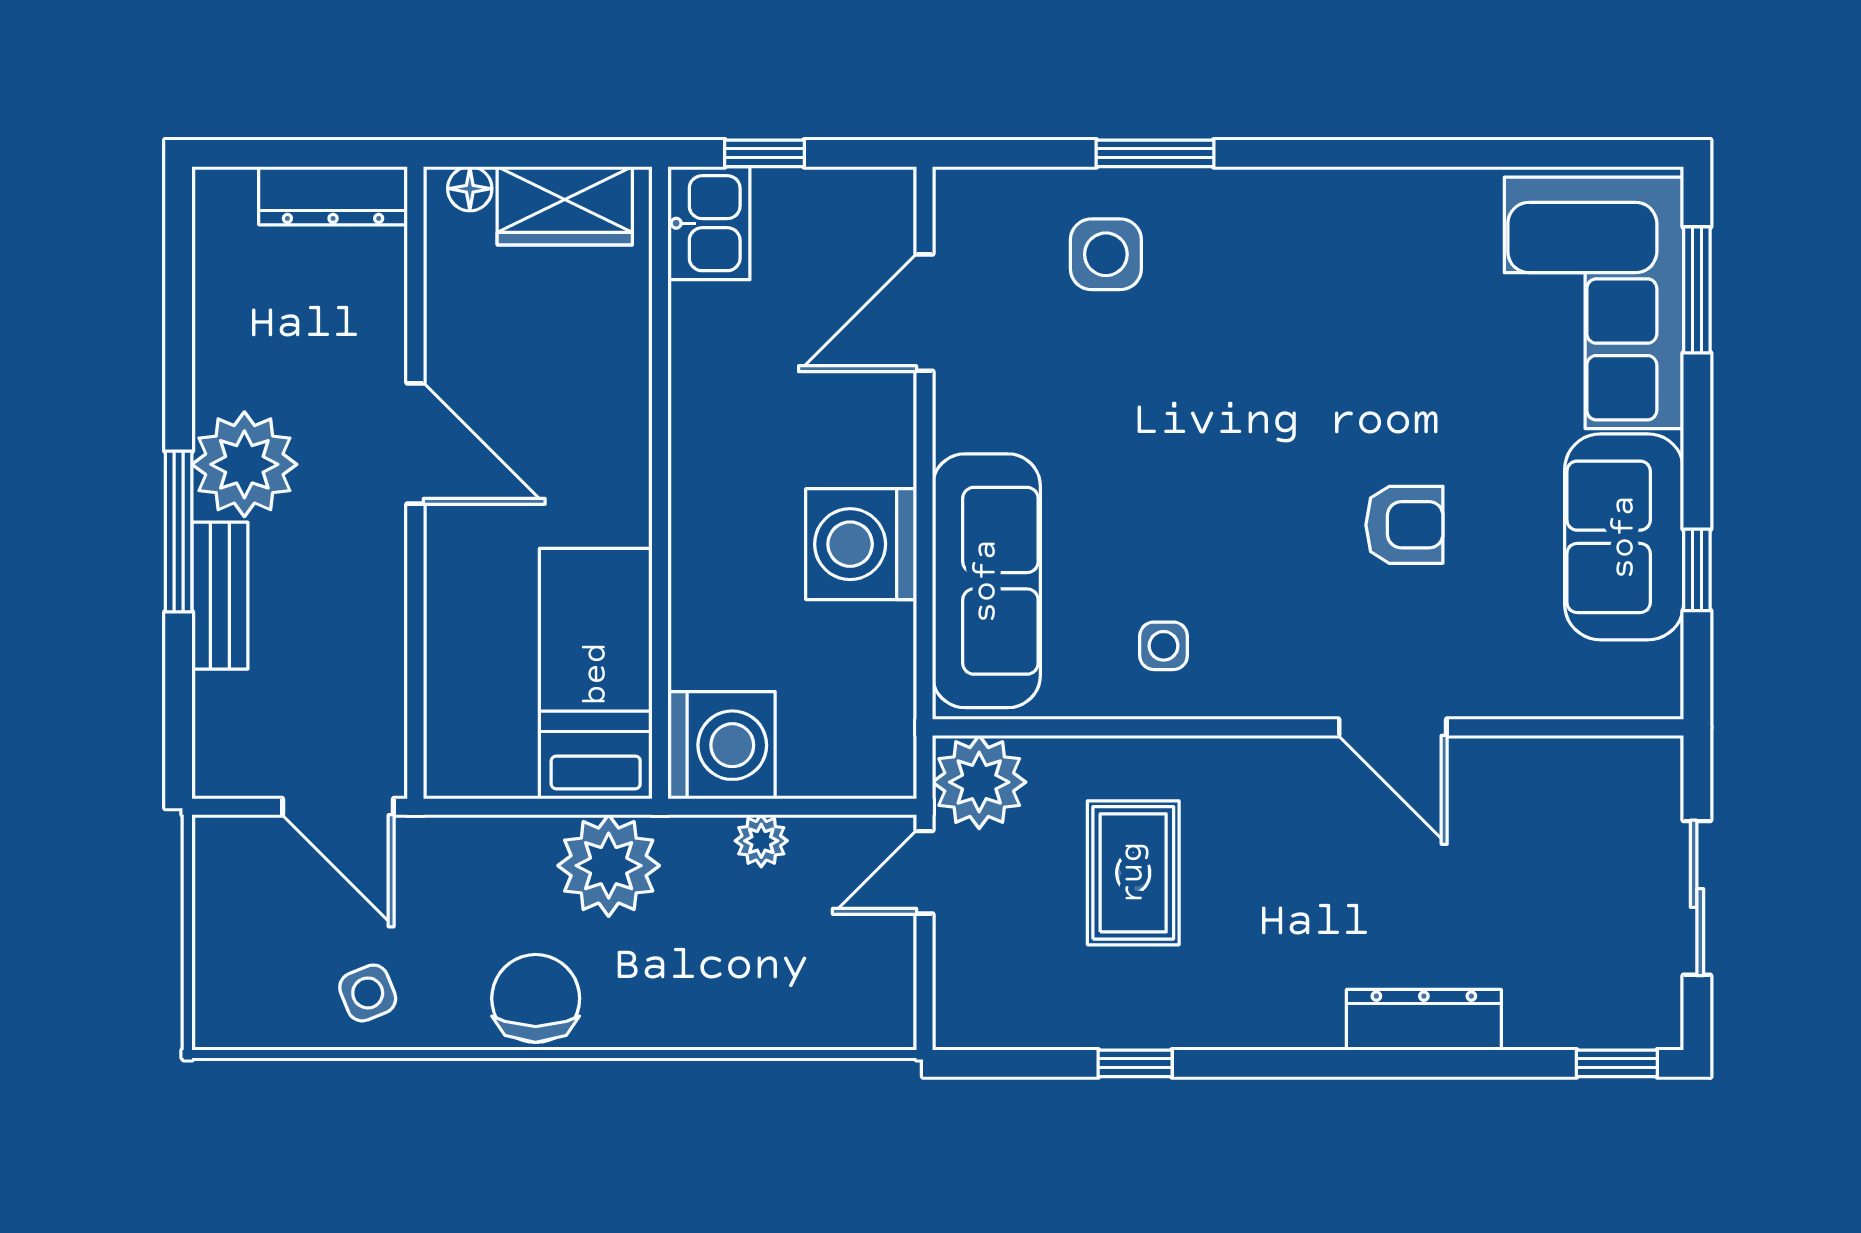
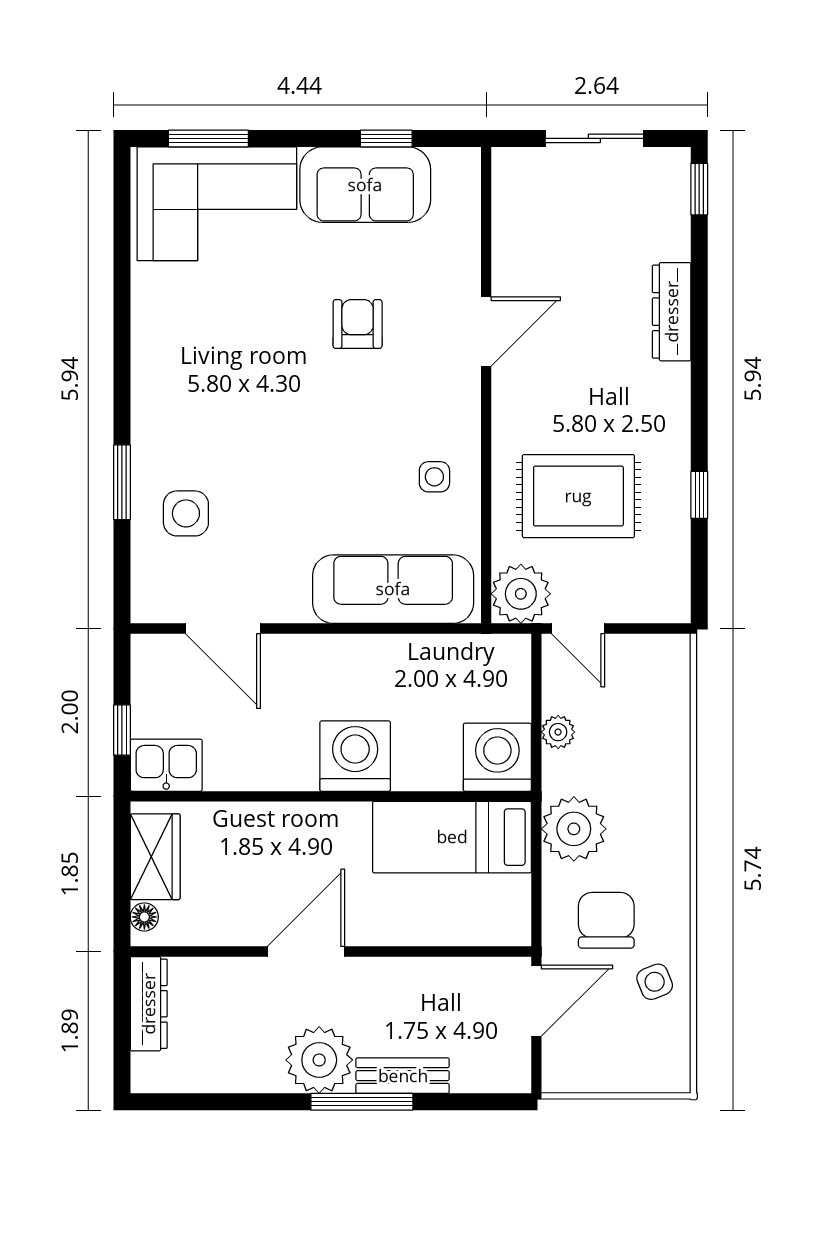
washing machine: (861, 544) -> (355, 756), moved, turned 180
rug: (1133, 873) -> (578, 496), width x1.36, depth x1.43
chair: (536, 998) -> (606, 920), moved, turned 90

